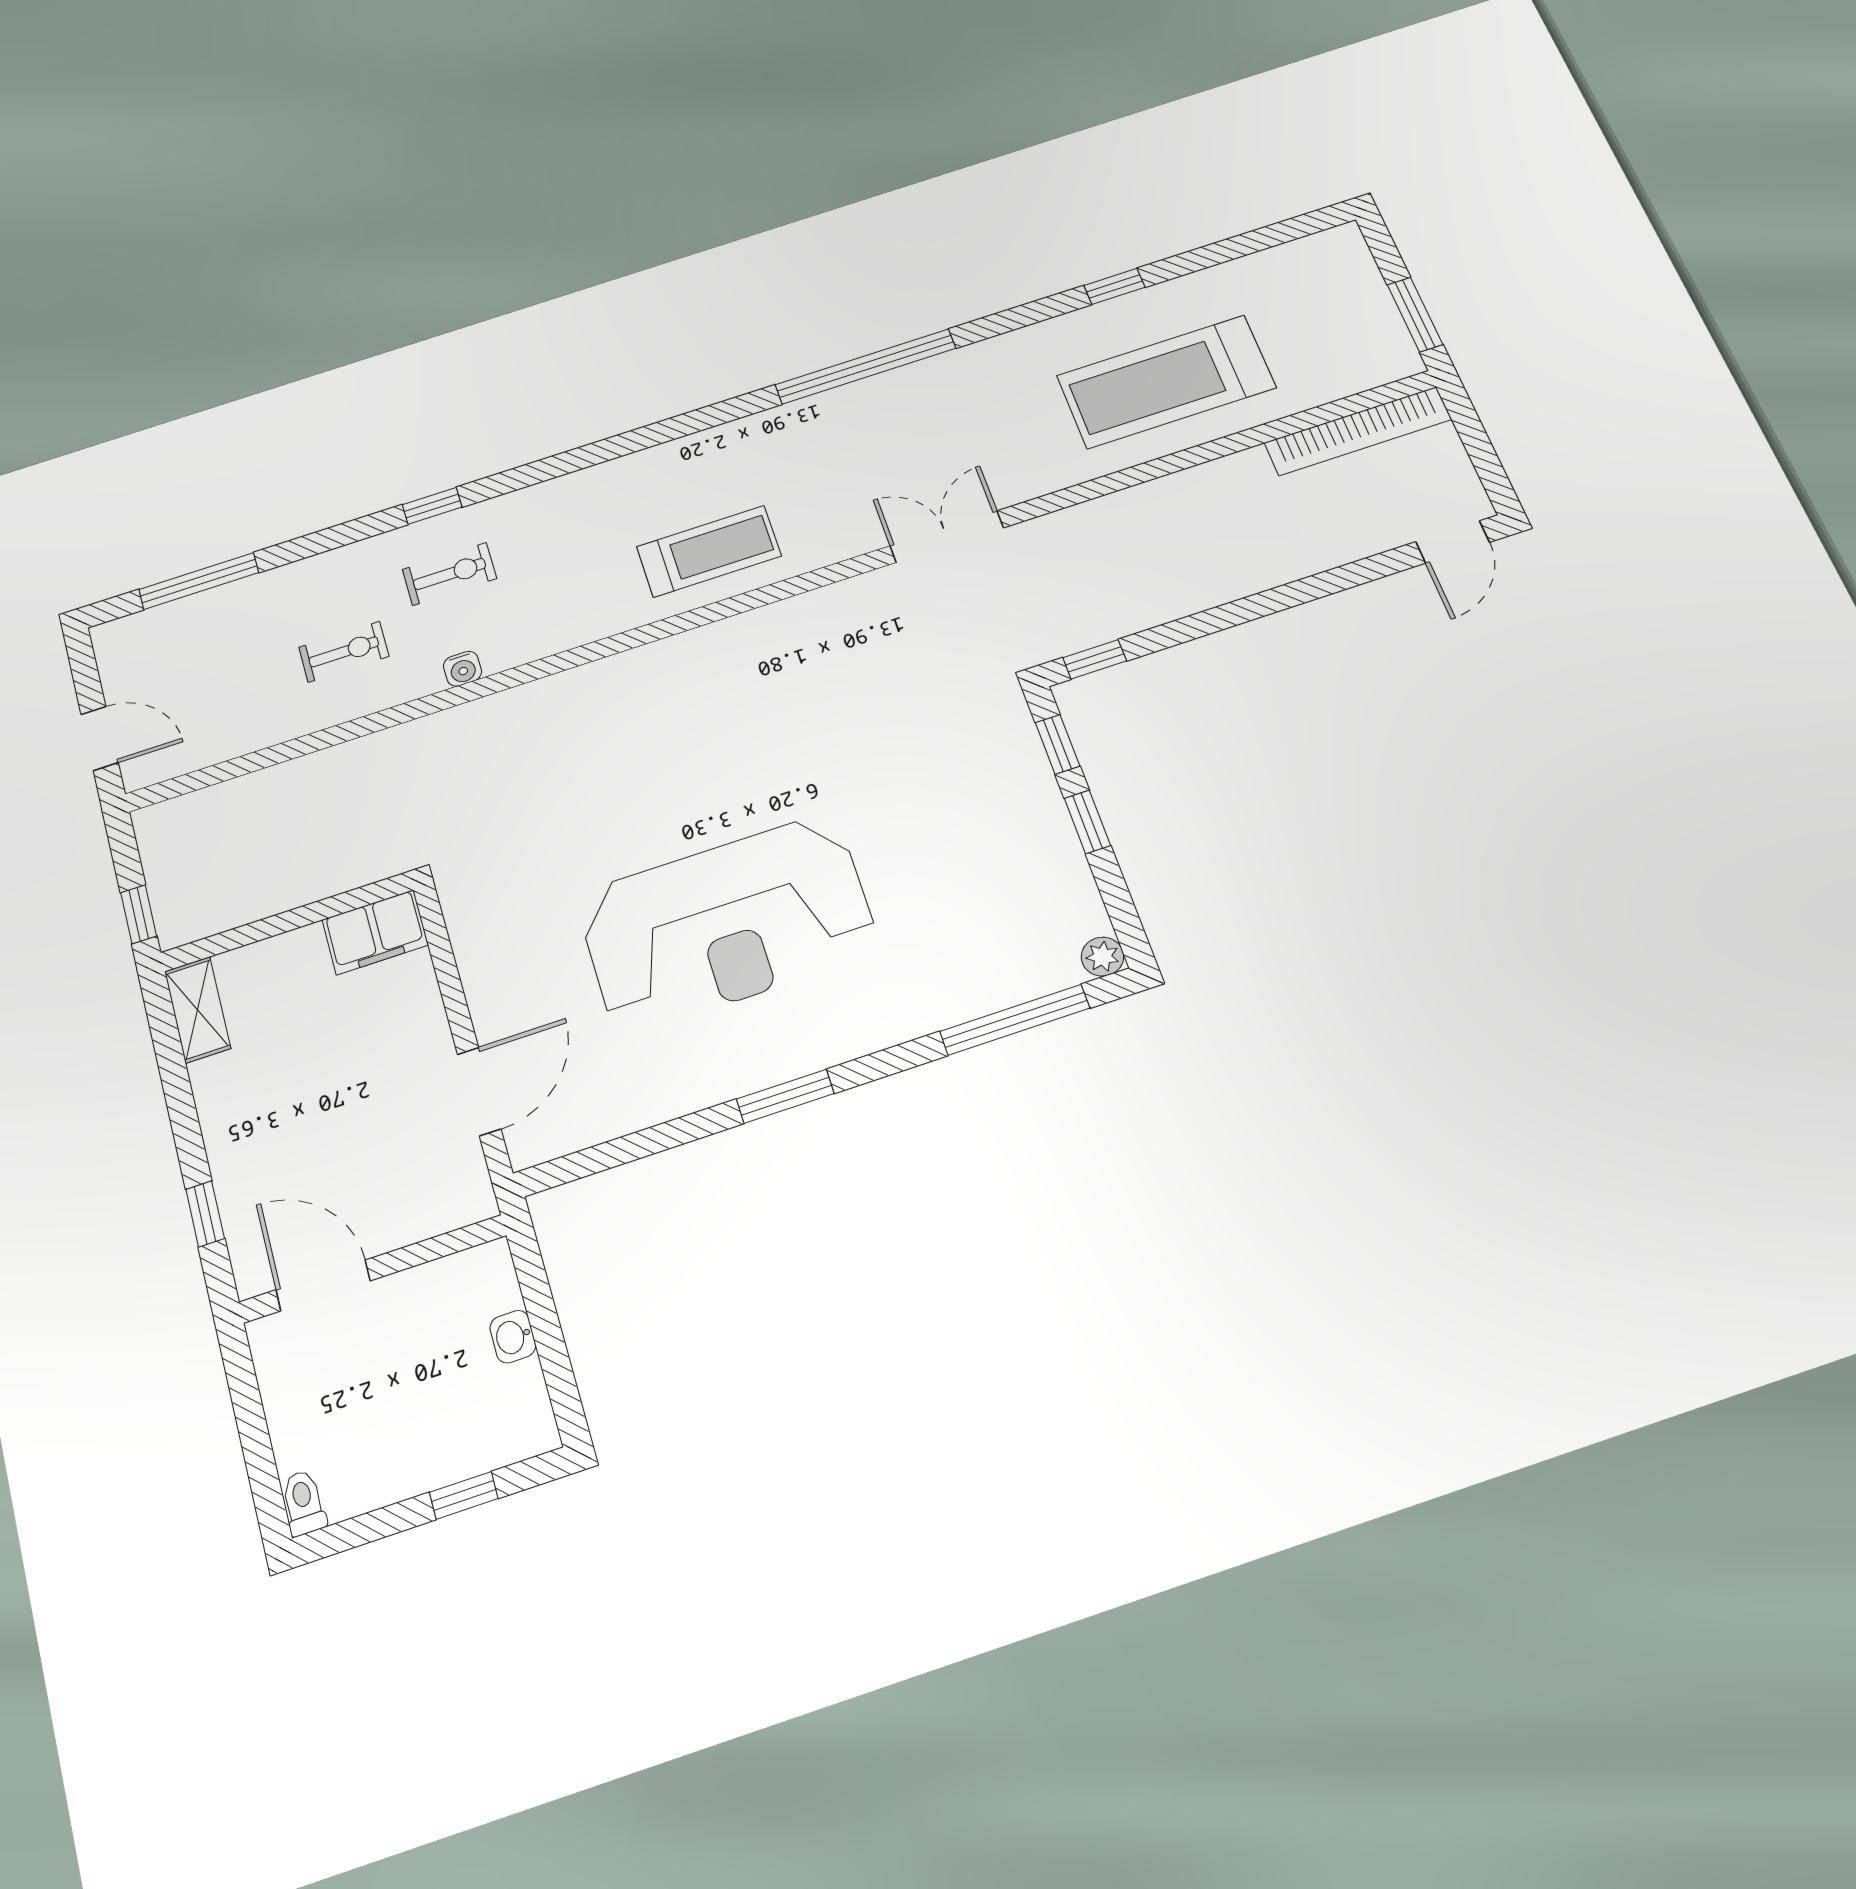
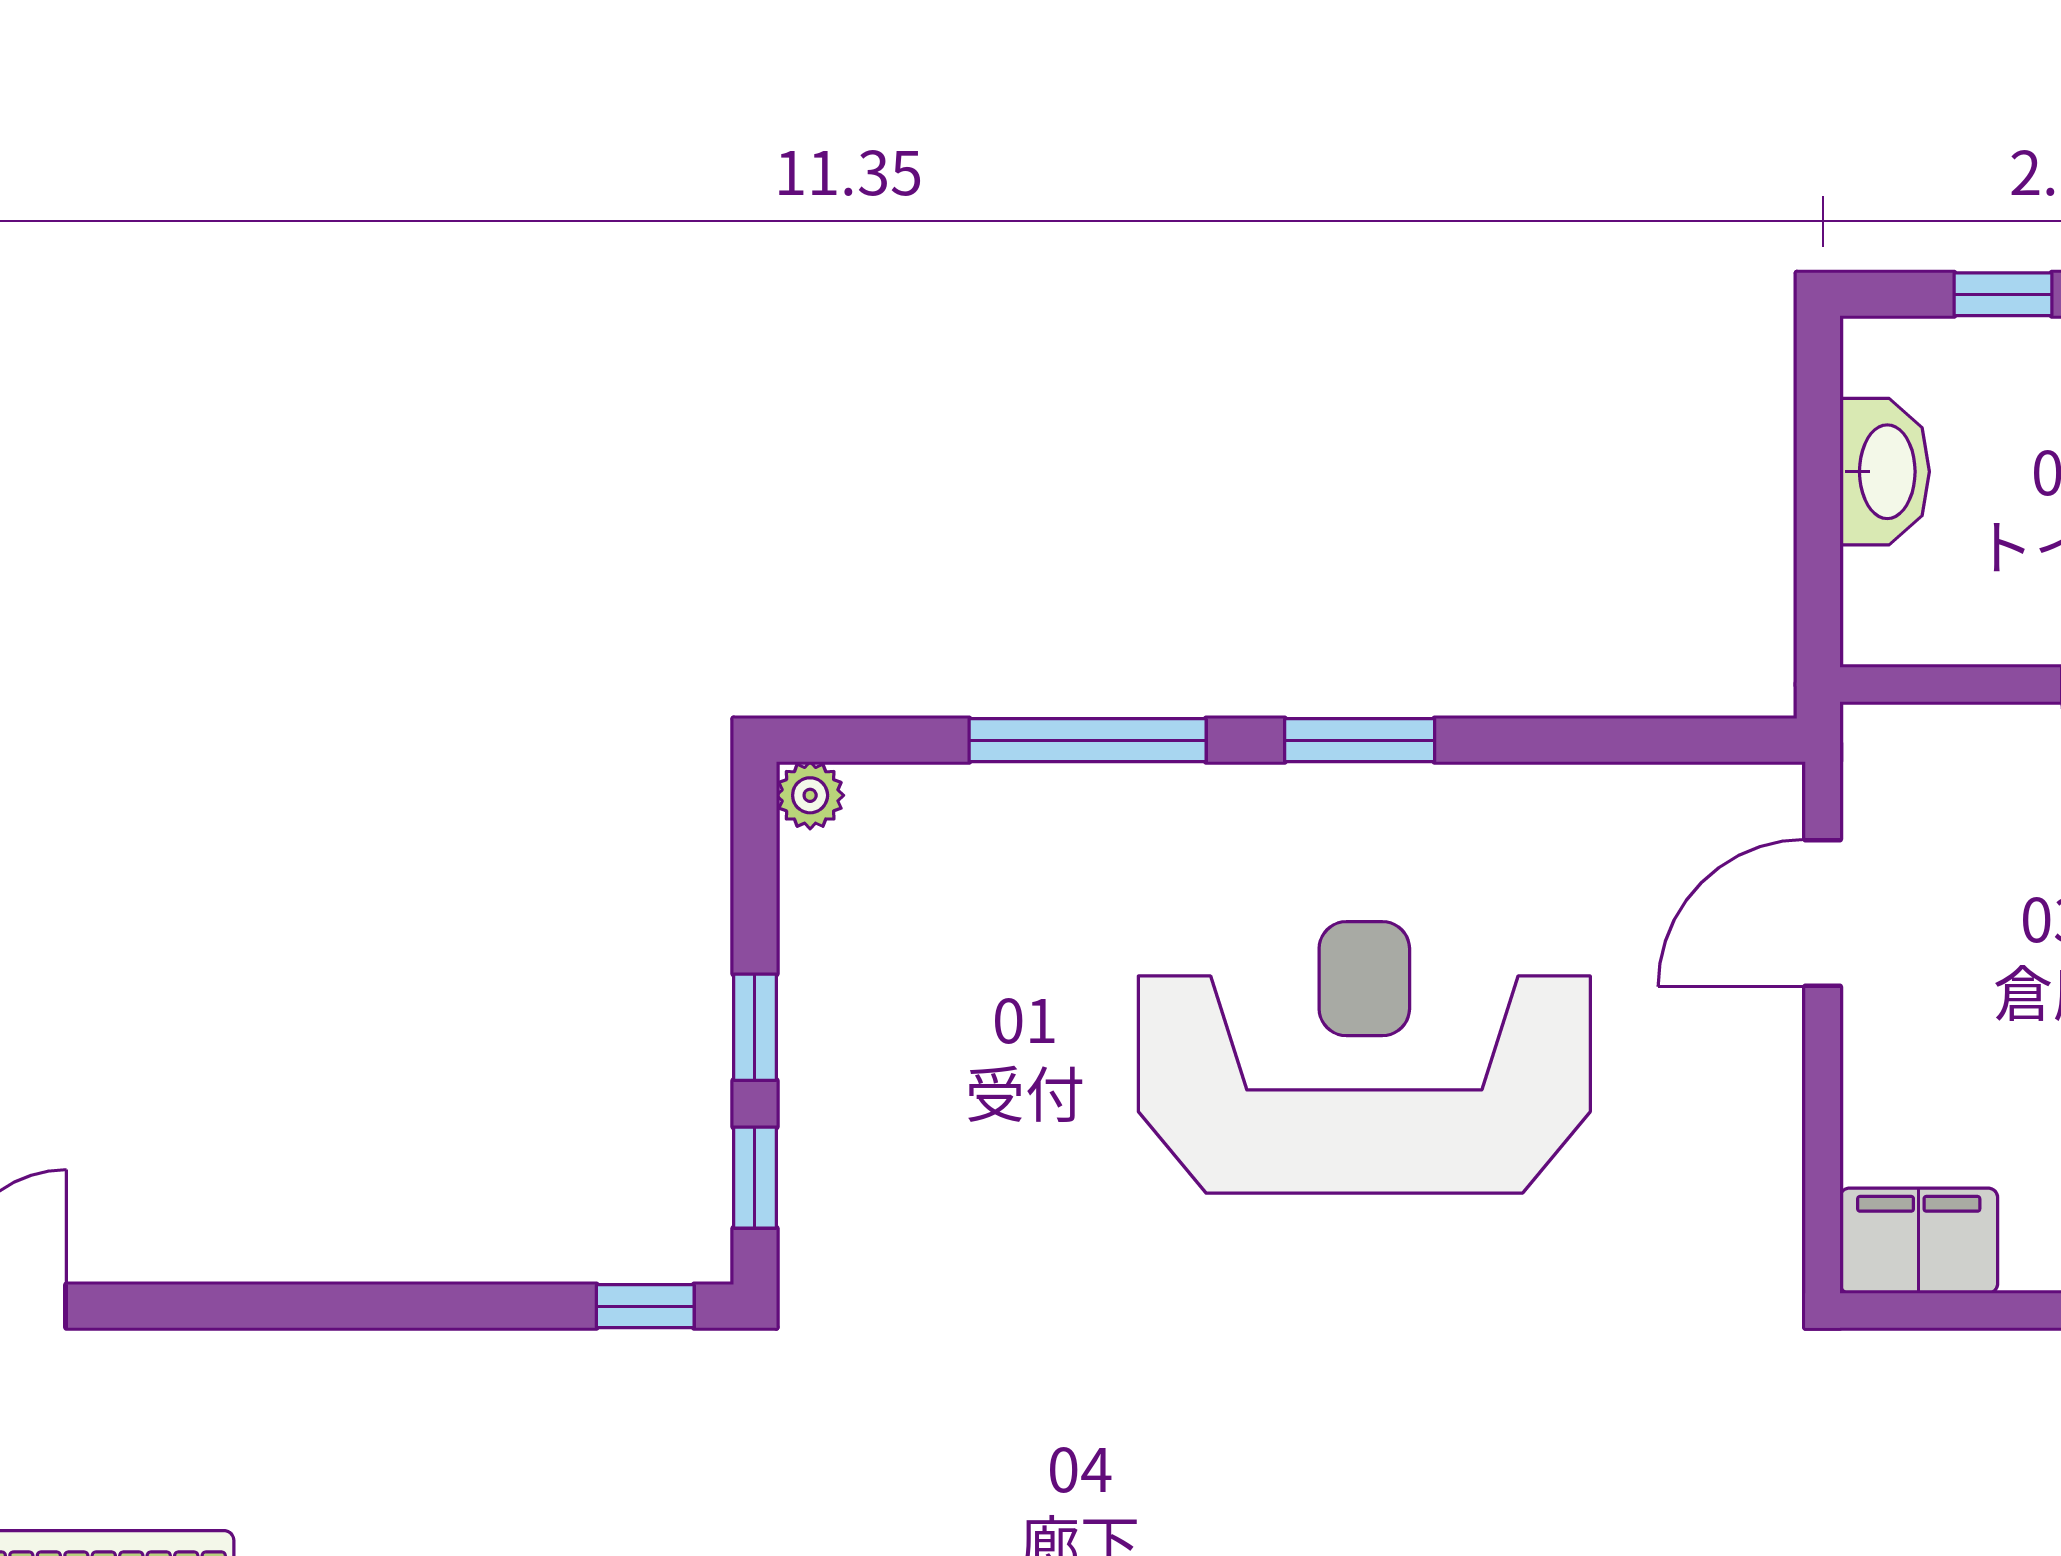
window: (1015, 1020) -> (1088, 740), moved
washbasin: (513, 1337) -> (1885, 472), width x1.91, depth x1.45

